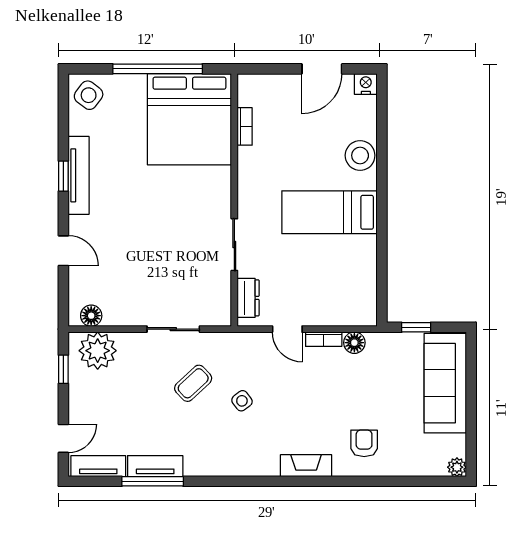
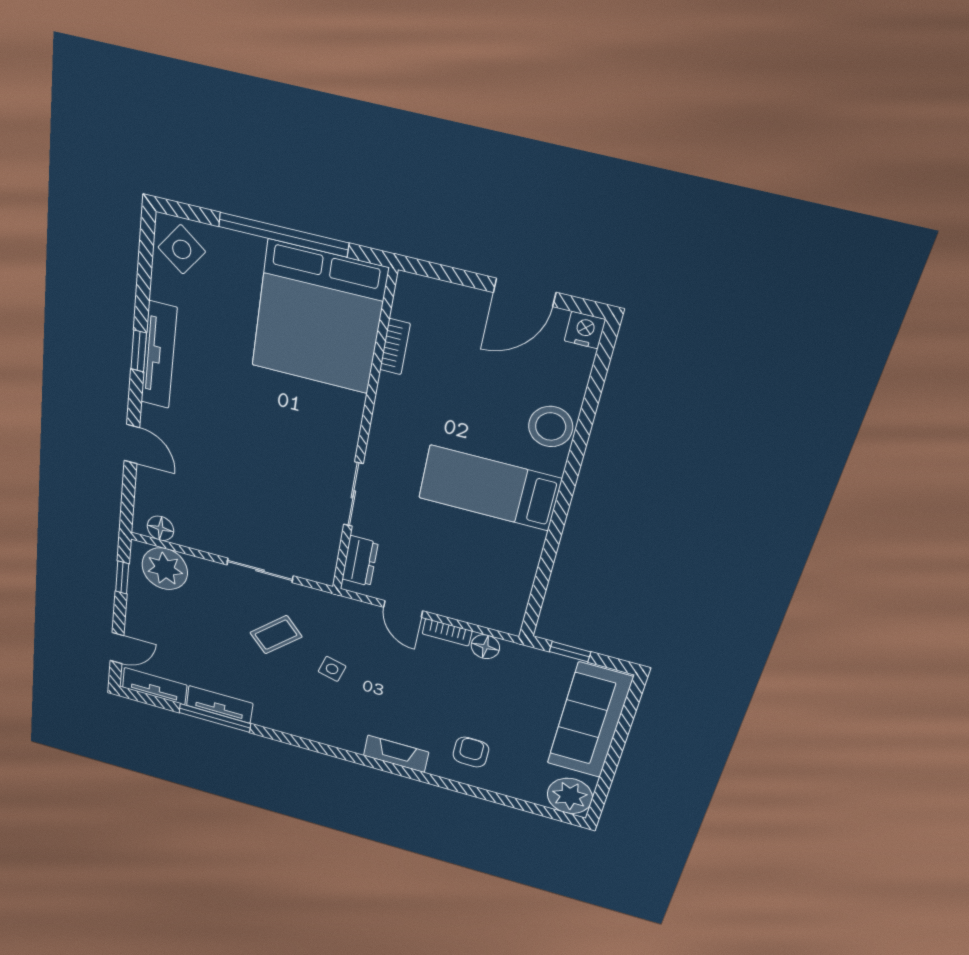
side table: (242, 401) -> (332, 669), turned -38
plant: (457, 467) -> (570, 796), width x1.87, depth x1.87

